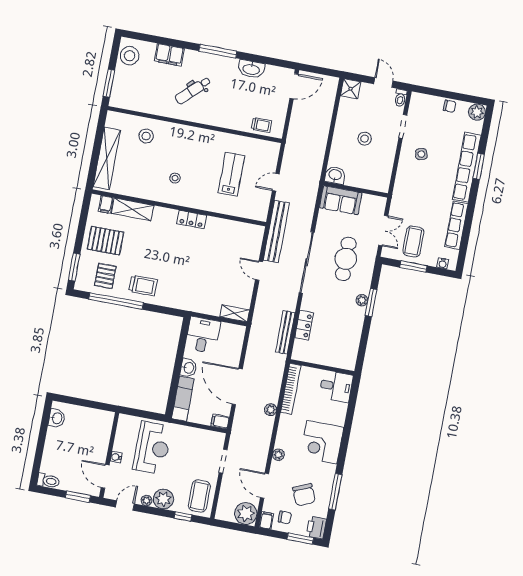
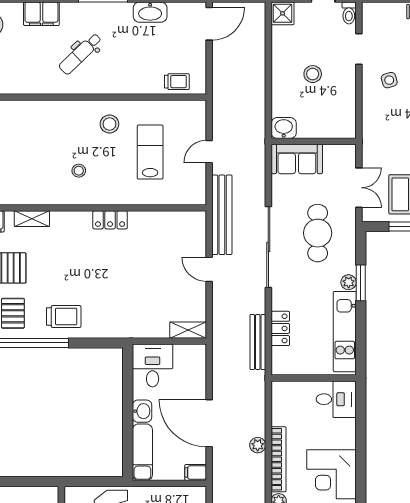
stool: (146, 136) -> (109, 124), moved
shelving: (133, 209) -> (32, 219), width x0.67, depth x0.75
kitchen unit: (352, 337) -> (345, 332), added
bookcase: (291, 389) -> (278, 459), moved

